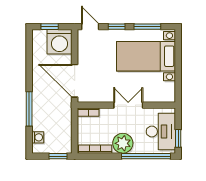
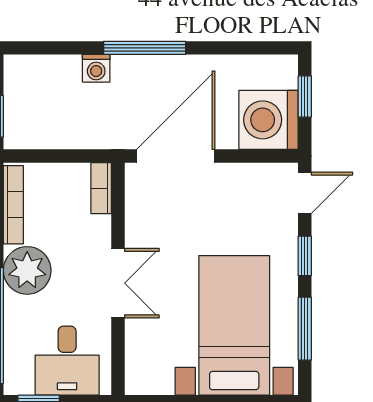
window: (29, 109) -> (145, 48), moved
desk: (161, 131) -> (67, 361), width x0.73
washing machine: (38, 137) -> (96, 68), moved

